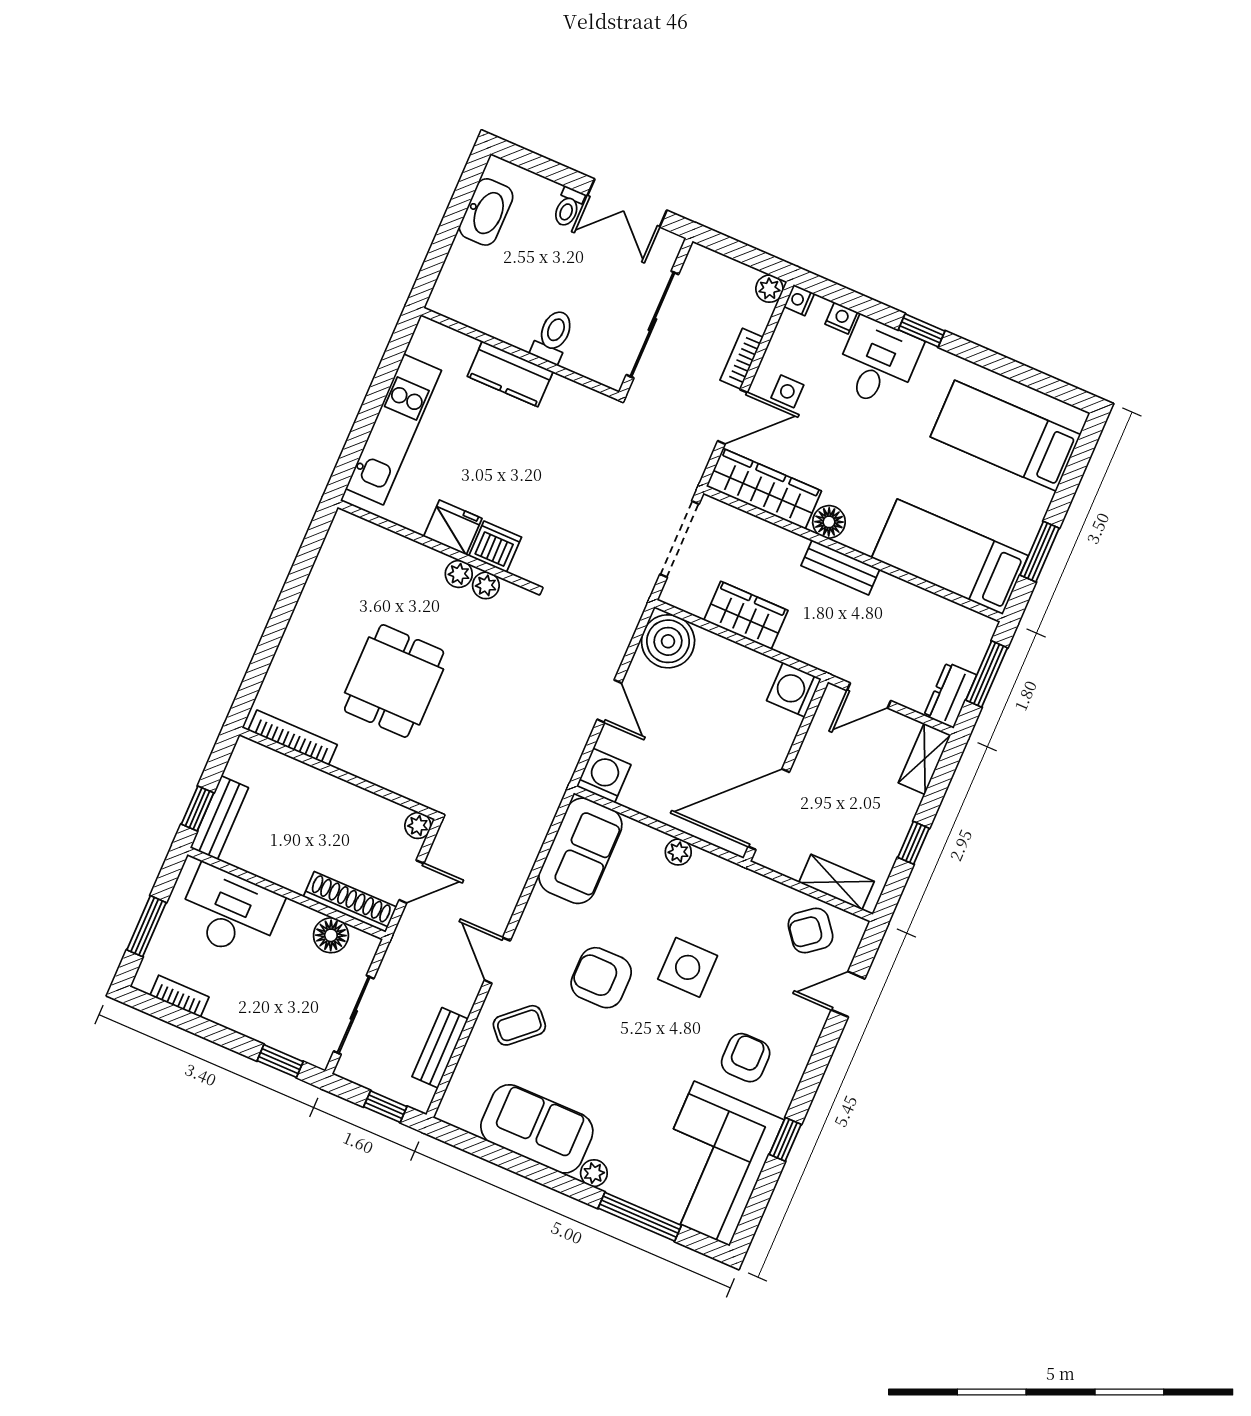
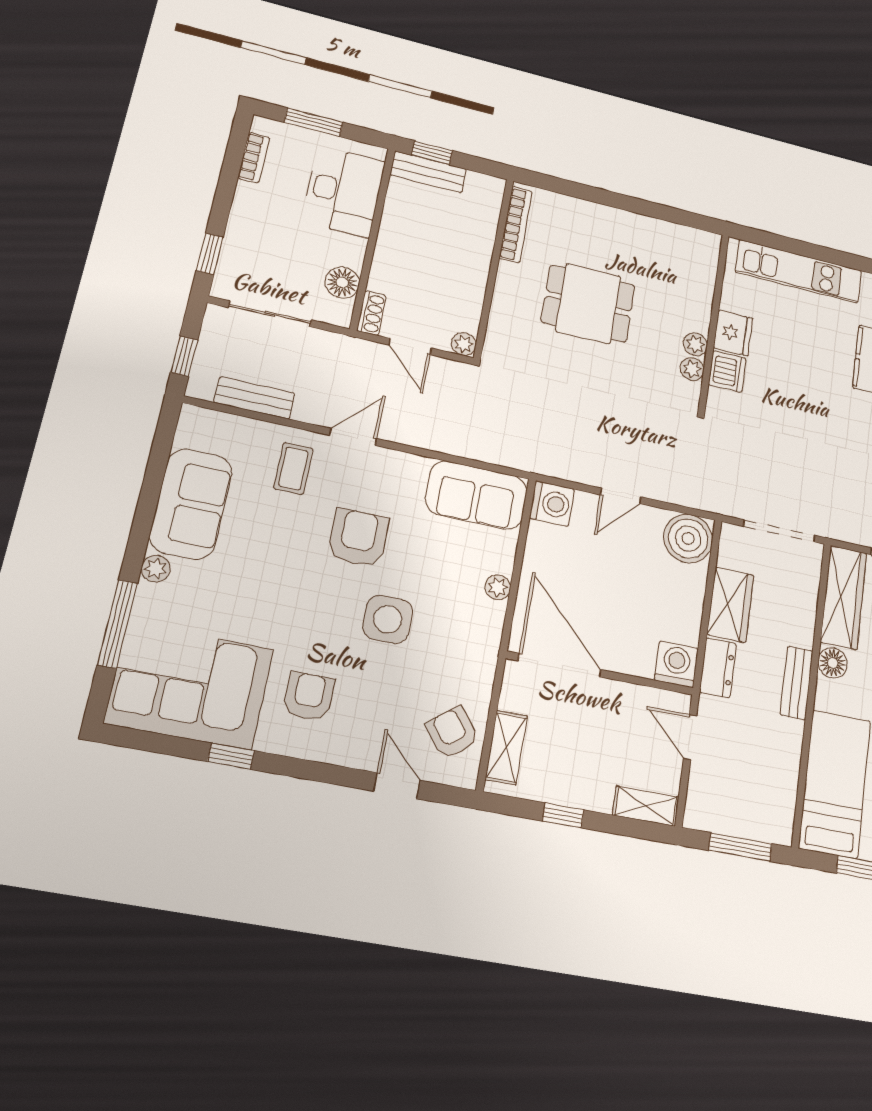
dresser: (950, 695) -> (718, 668), moved, turned 90
shoe rack: (350, 902) -> (371, 313), width x0.51, depth x0.81
coffee table: (519, 1025) -> (293, 469), turned 42
armchair: (746, 1058) -> (309, 696), turned -90

